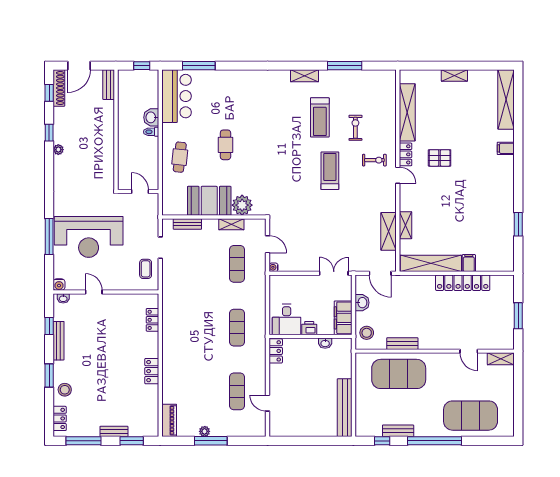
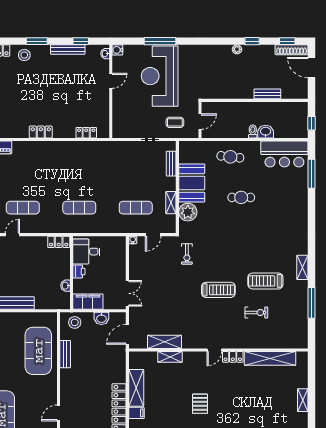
bench: (109, 85) -> (267, 94), moved
pallet: (440, 158) -> (200, 404), moved
exercise bike: (374, 160) -> (187, 254), moved
shelving: (431, 263) -> (136, 388), width x0.68
coffee table: (146, 269) -> (175, 122), moved

